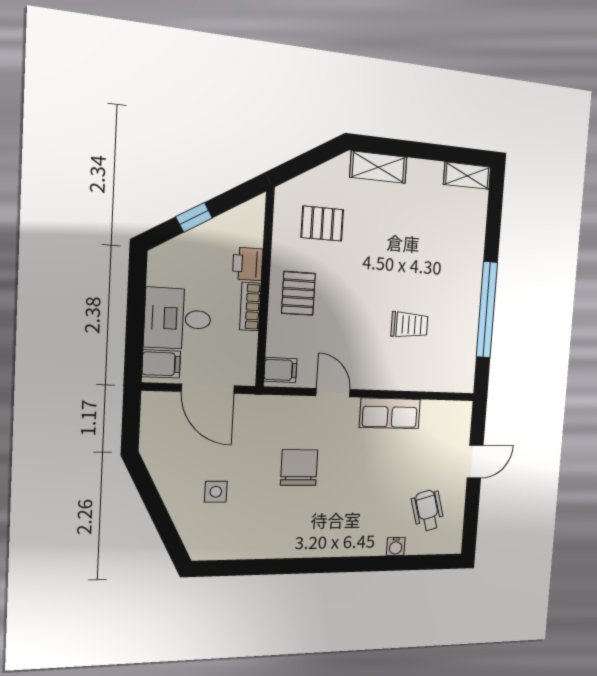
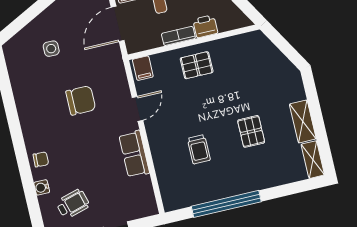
shelving: (378, 167) -> (303, 121), moved
pallet: (322, 224) -> (251, 131), moved
chair: (360, 540) -> (41, 159), added

